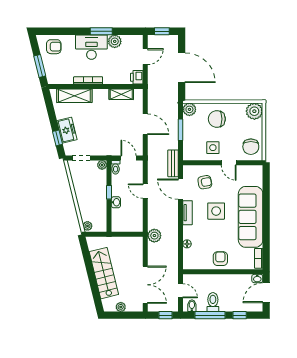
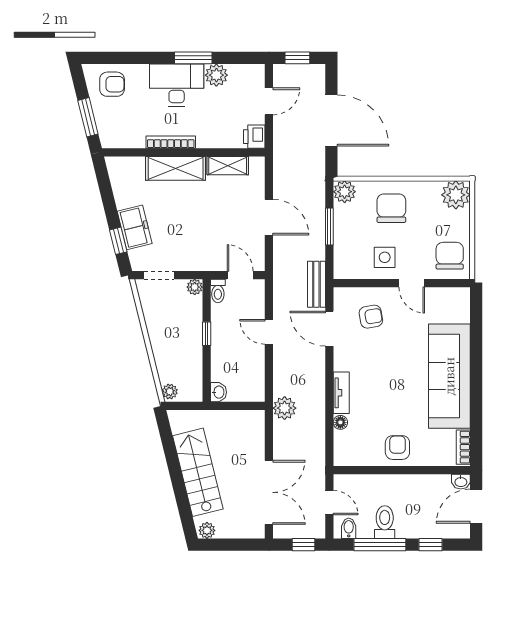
shelving: (74, 96) -> (176, 168), moved
chair: (217, 119) -> (391, 208), turned 90
chair: (251, 147) -> (450, 256), turned 180
washbasin: (116, 202) -> (218, 392), moved
side table: (216, 211) -> (390, 366), removed
tv unit: (188, 213) -> (341, 393), moved
plant: (121, 307) -> (207, 530), moved

